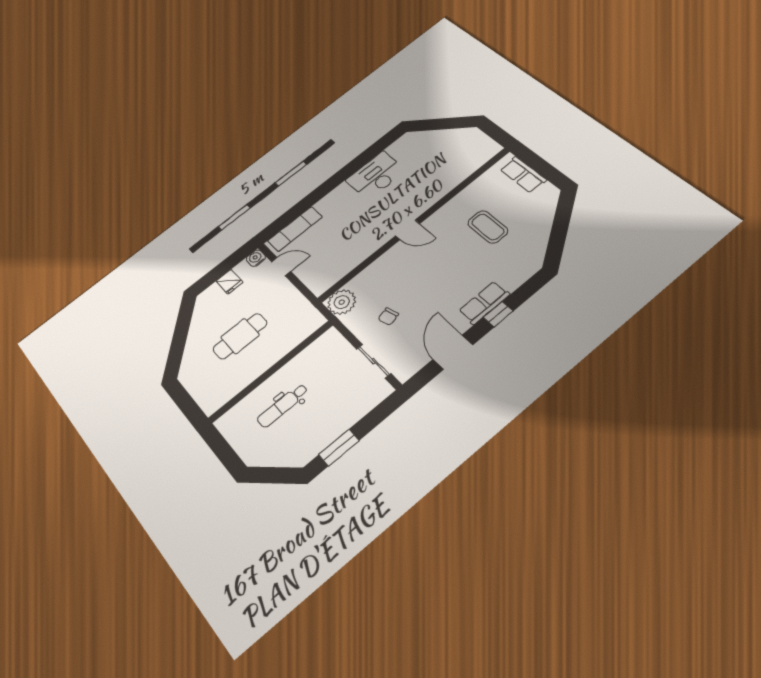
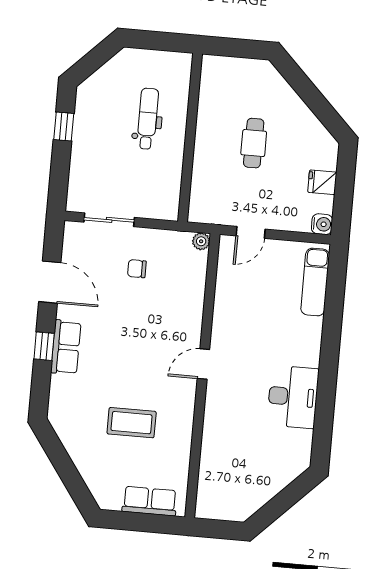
door: (281, 266) -> (251, 232), moved
plant: (342, 302) -> (201, 241), width x0.53, depth x0.53
chair: (388, 317) -> (137, 269), turned -75
cafe table: (240, 336) -> (254, 143), width x0.73, depth x0.74
window: (339, 448) -> (64, 126), width x0.67

